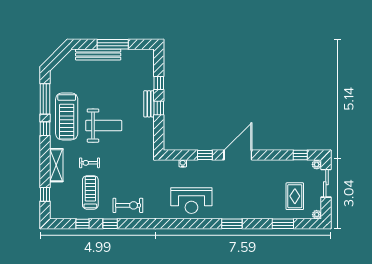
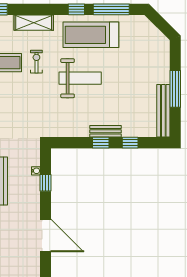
bench: (98, 55) -> (163, 111), moved
weight bench: (104, 126) -> (80, 78), turned -90
window: (205, 155) -> (46, 183), moved

